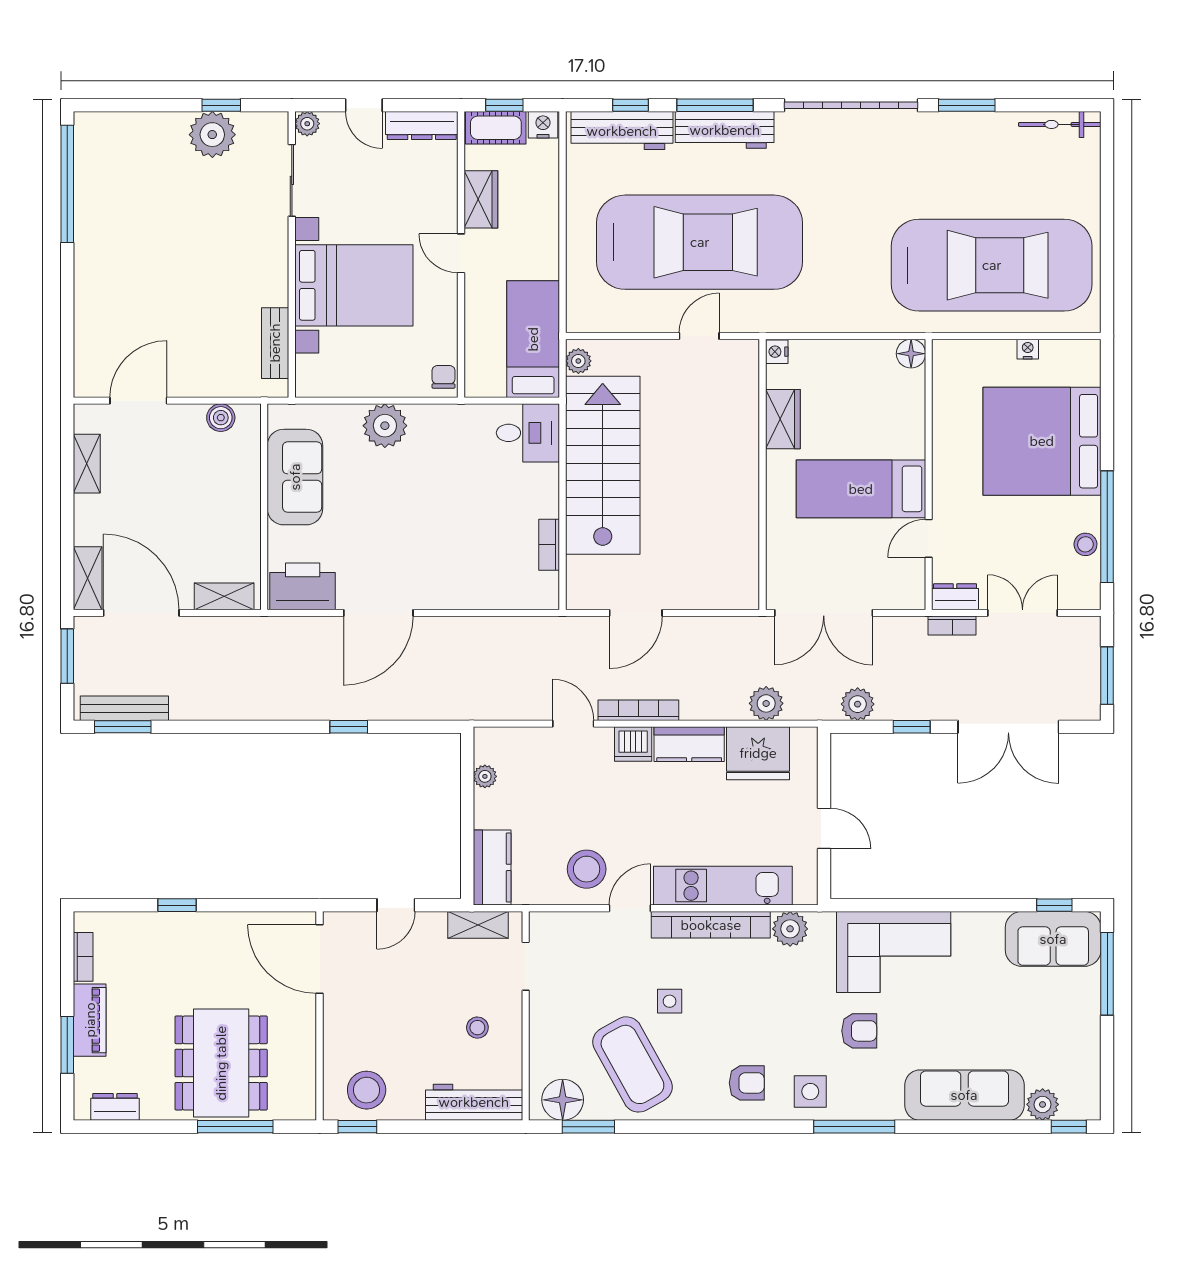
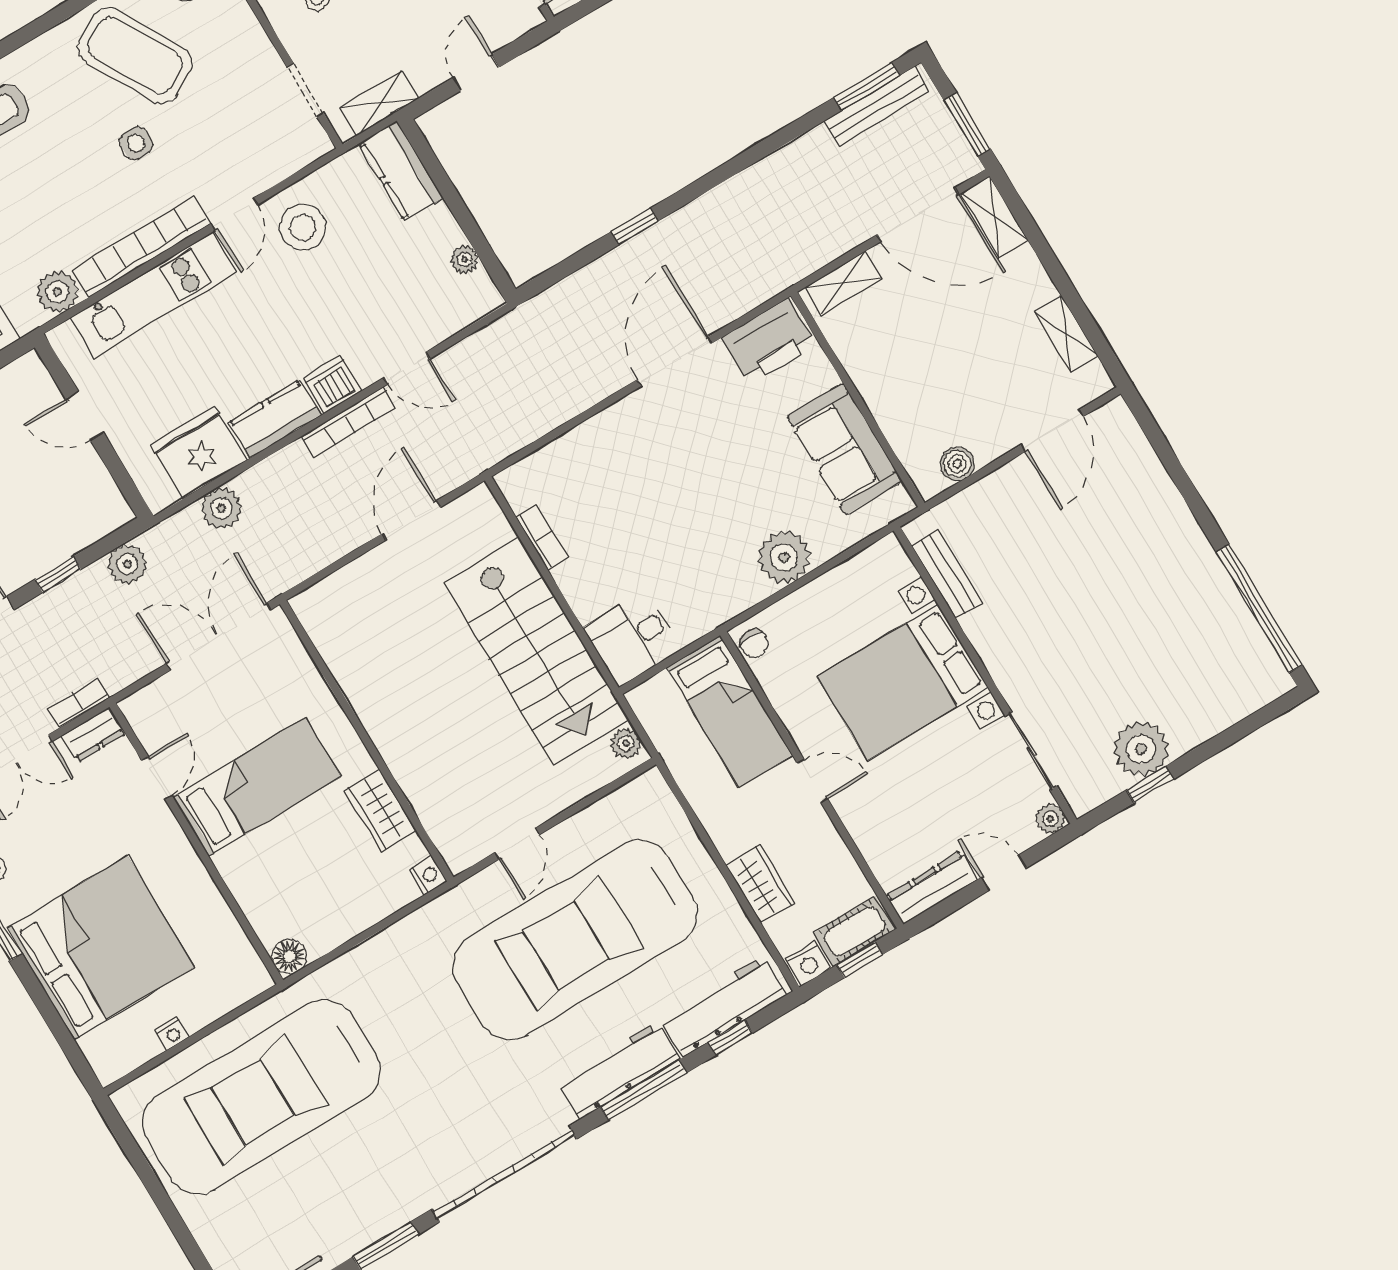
wardrobe: (481, 199) -> (761, 884), moved, turned 180
bed: (533, 339) -> (729, 711), moved

